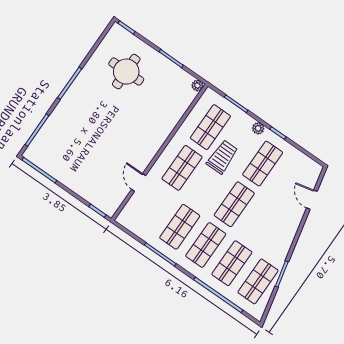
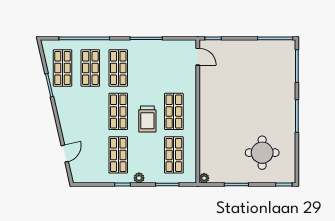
trolley: (222, 157) -> (147, 119), moved
door: (139, 182) -> (198, 57), moved
door: (312, 200) -> (65, 154), hinge flipped
shop shelf: (180, 227) -> (146, 68), removed

